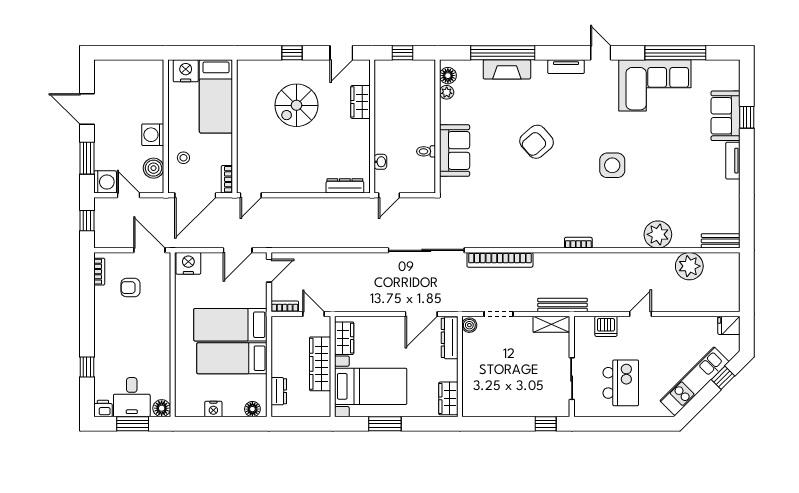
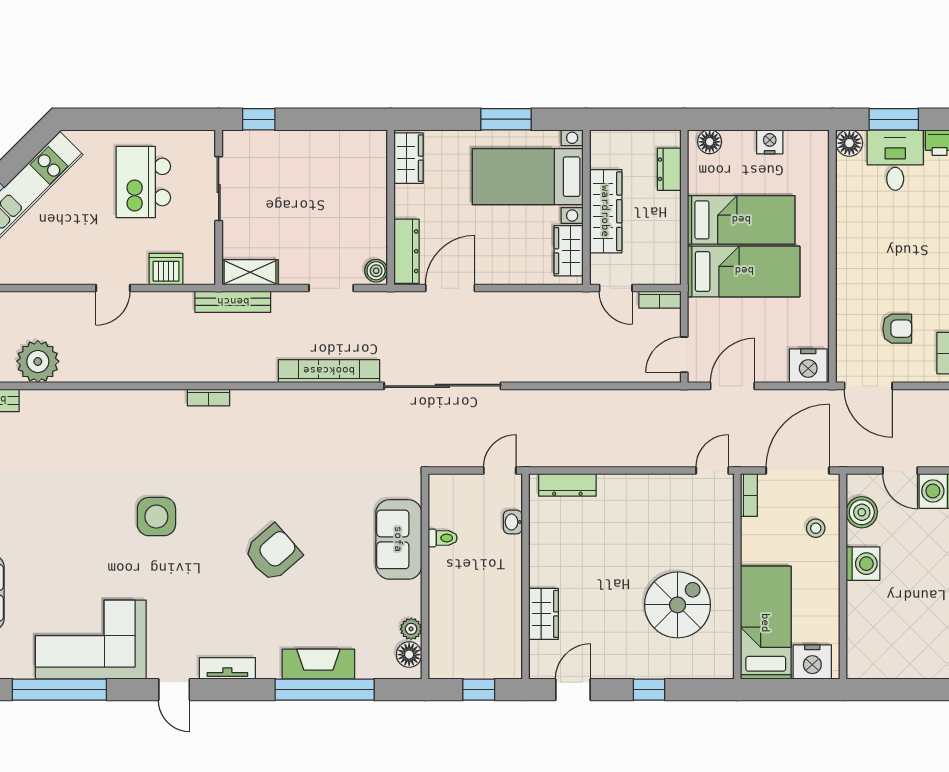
spiral stairs: (296, 105) -> (677, 605), moved
plant: (658, 234) -> (86, 410), removed

